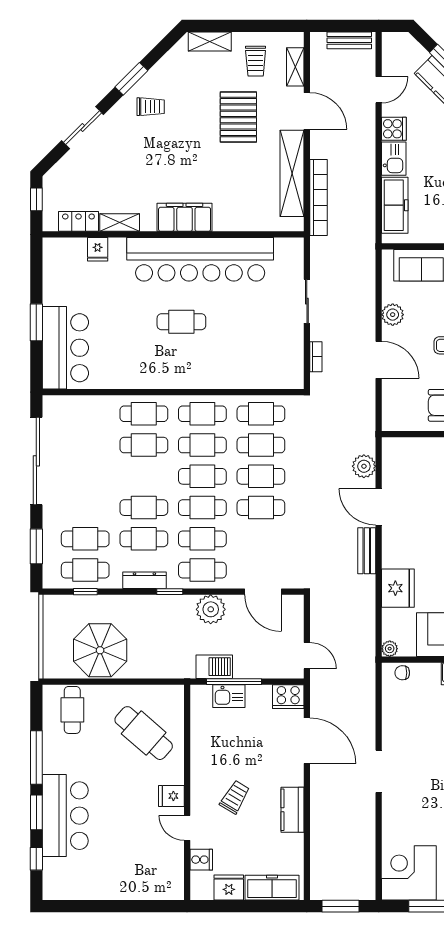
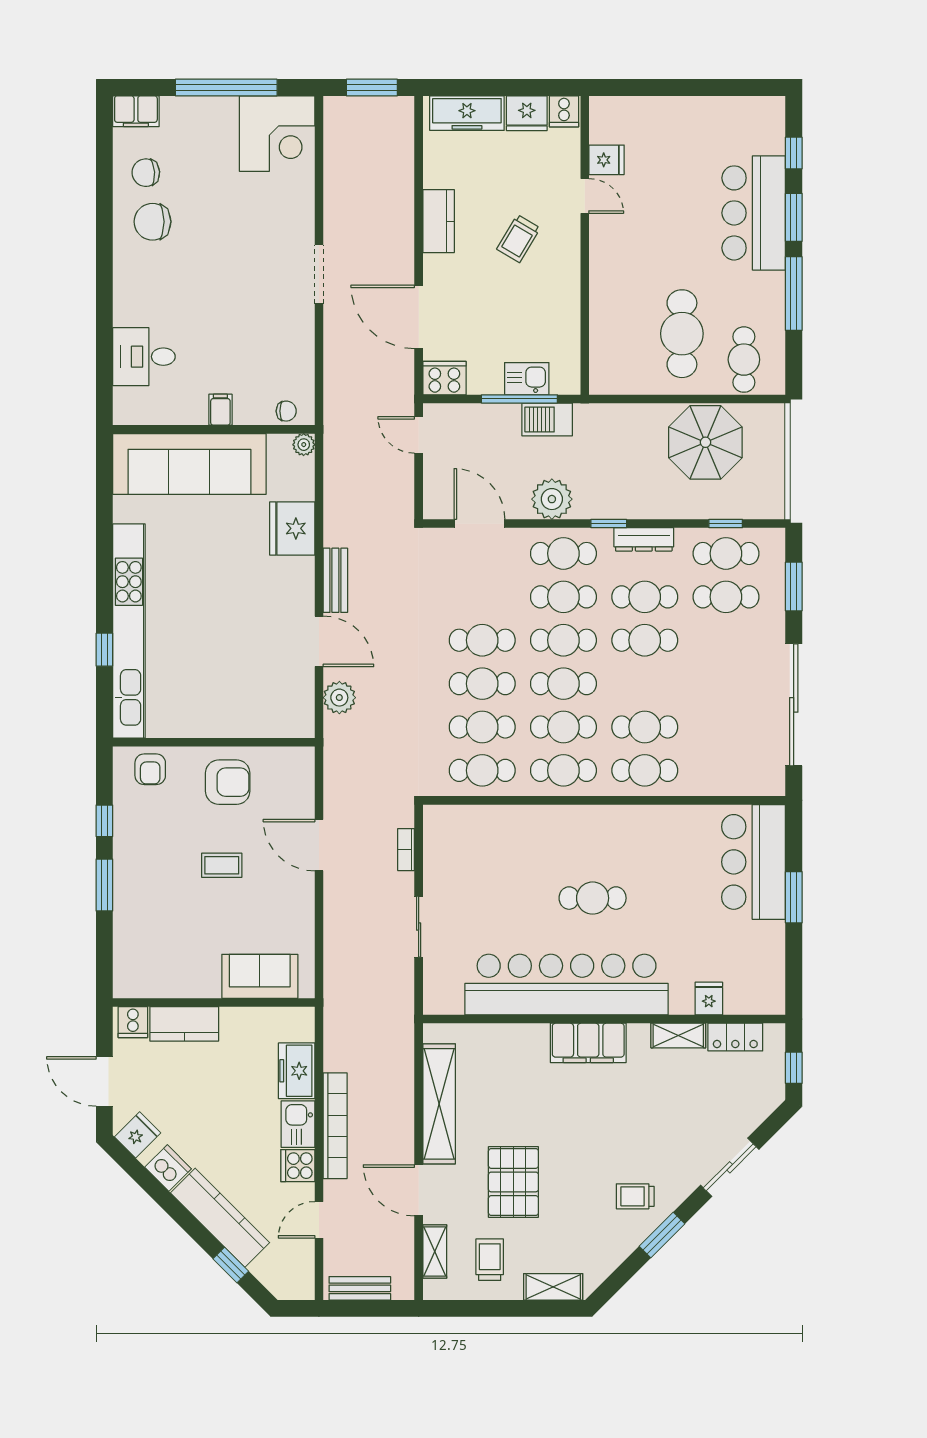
bookcase: (318, 197) -> (335, 1126), moved, turned 180
freezer: (395, 205) -> (297, 1071), width x0.71
plant: (393, 315) -> (300, 908), removed
cafe table: (144, 733) -> (682, 334), moved, turned 49
fridge: (171, 796) -> (607, 160), moved
cooker: (201, 860) -> (564, 111), moved, turned -90

